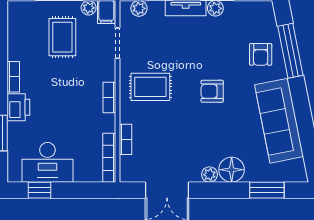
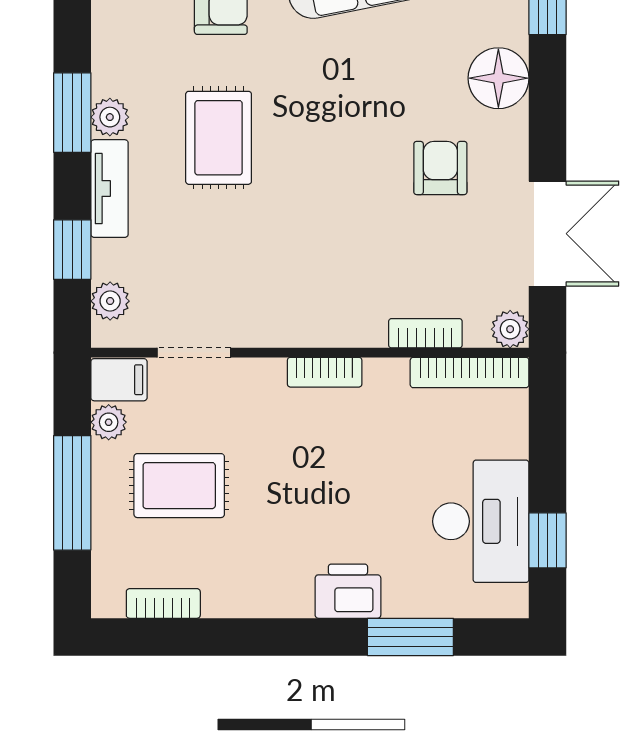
bookcase: (13, 77) -> (163, 603), moved
rug: (150, 87) -> (219, 138), moved
armchair: (212, 91) -> (440, 168), moved, turned 180
plant: (210, 175) -> (510, 329), moved

